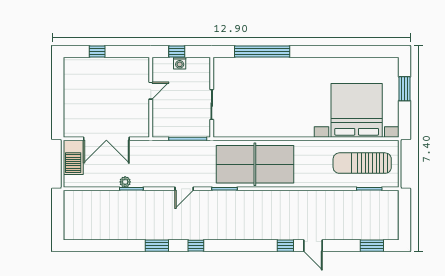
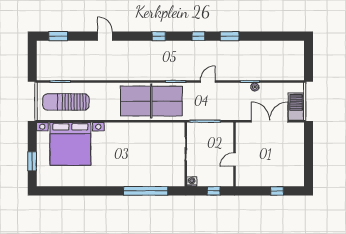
washing machine: (180, 63) -> (192, 182), moved
sun lounger: (362, 163) -> (66, 102), turned 180
window: (285, 246) -> (159, 36), moved

